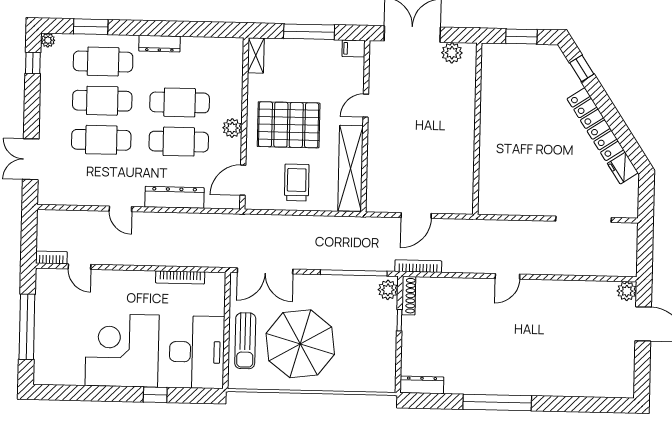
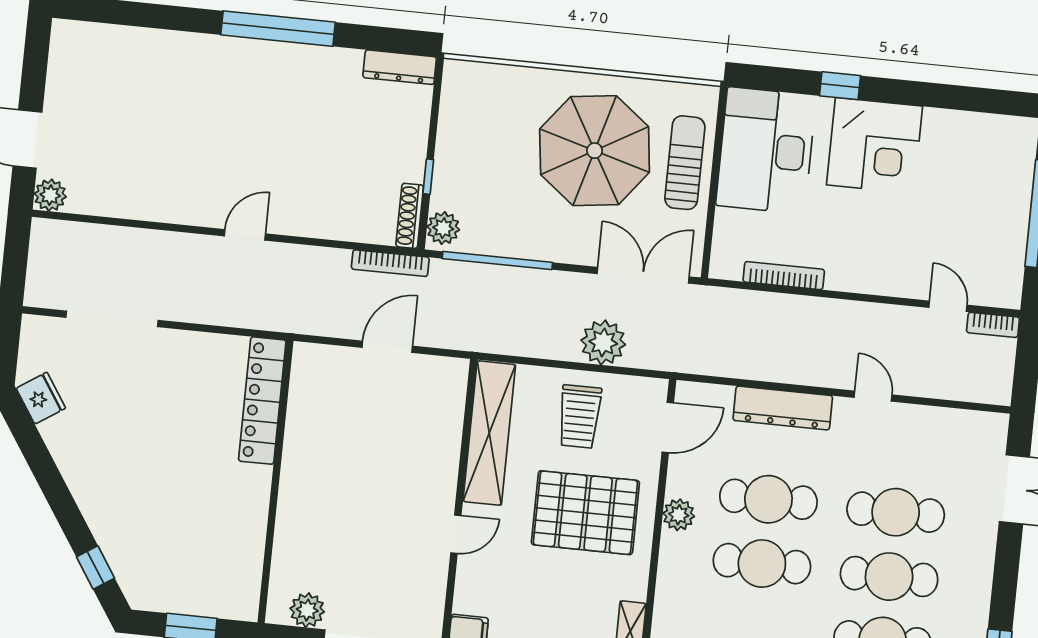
locker: (595, 124) -> (262, 401), moved, turned -147
plant: (286, 228) -> (603, 342), added
corner desk: (122, 350) -> (875, 146), width x0.74, depth x0.74

